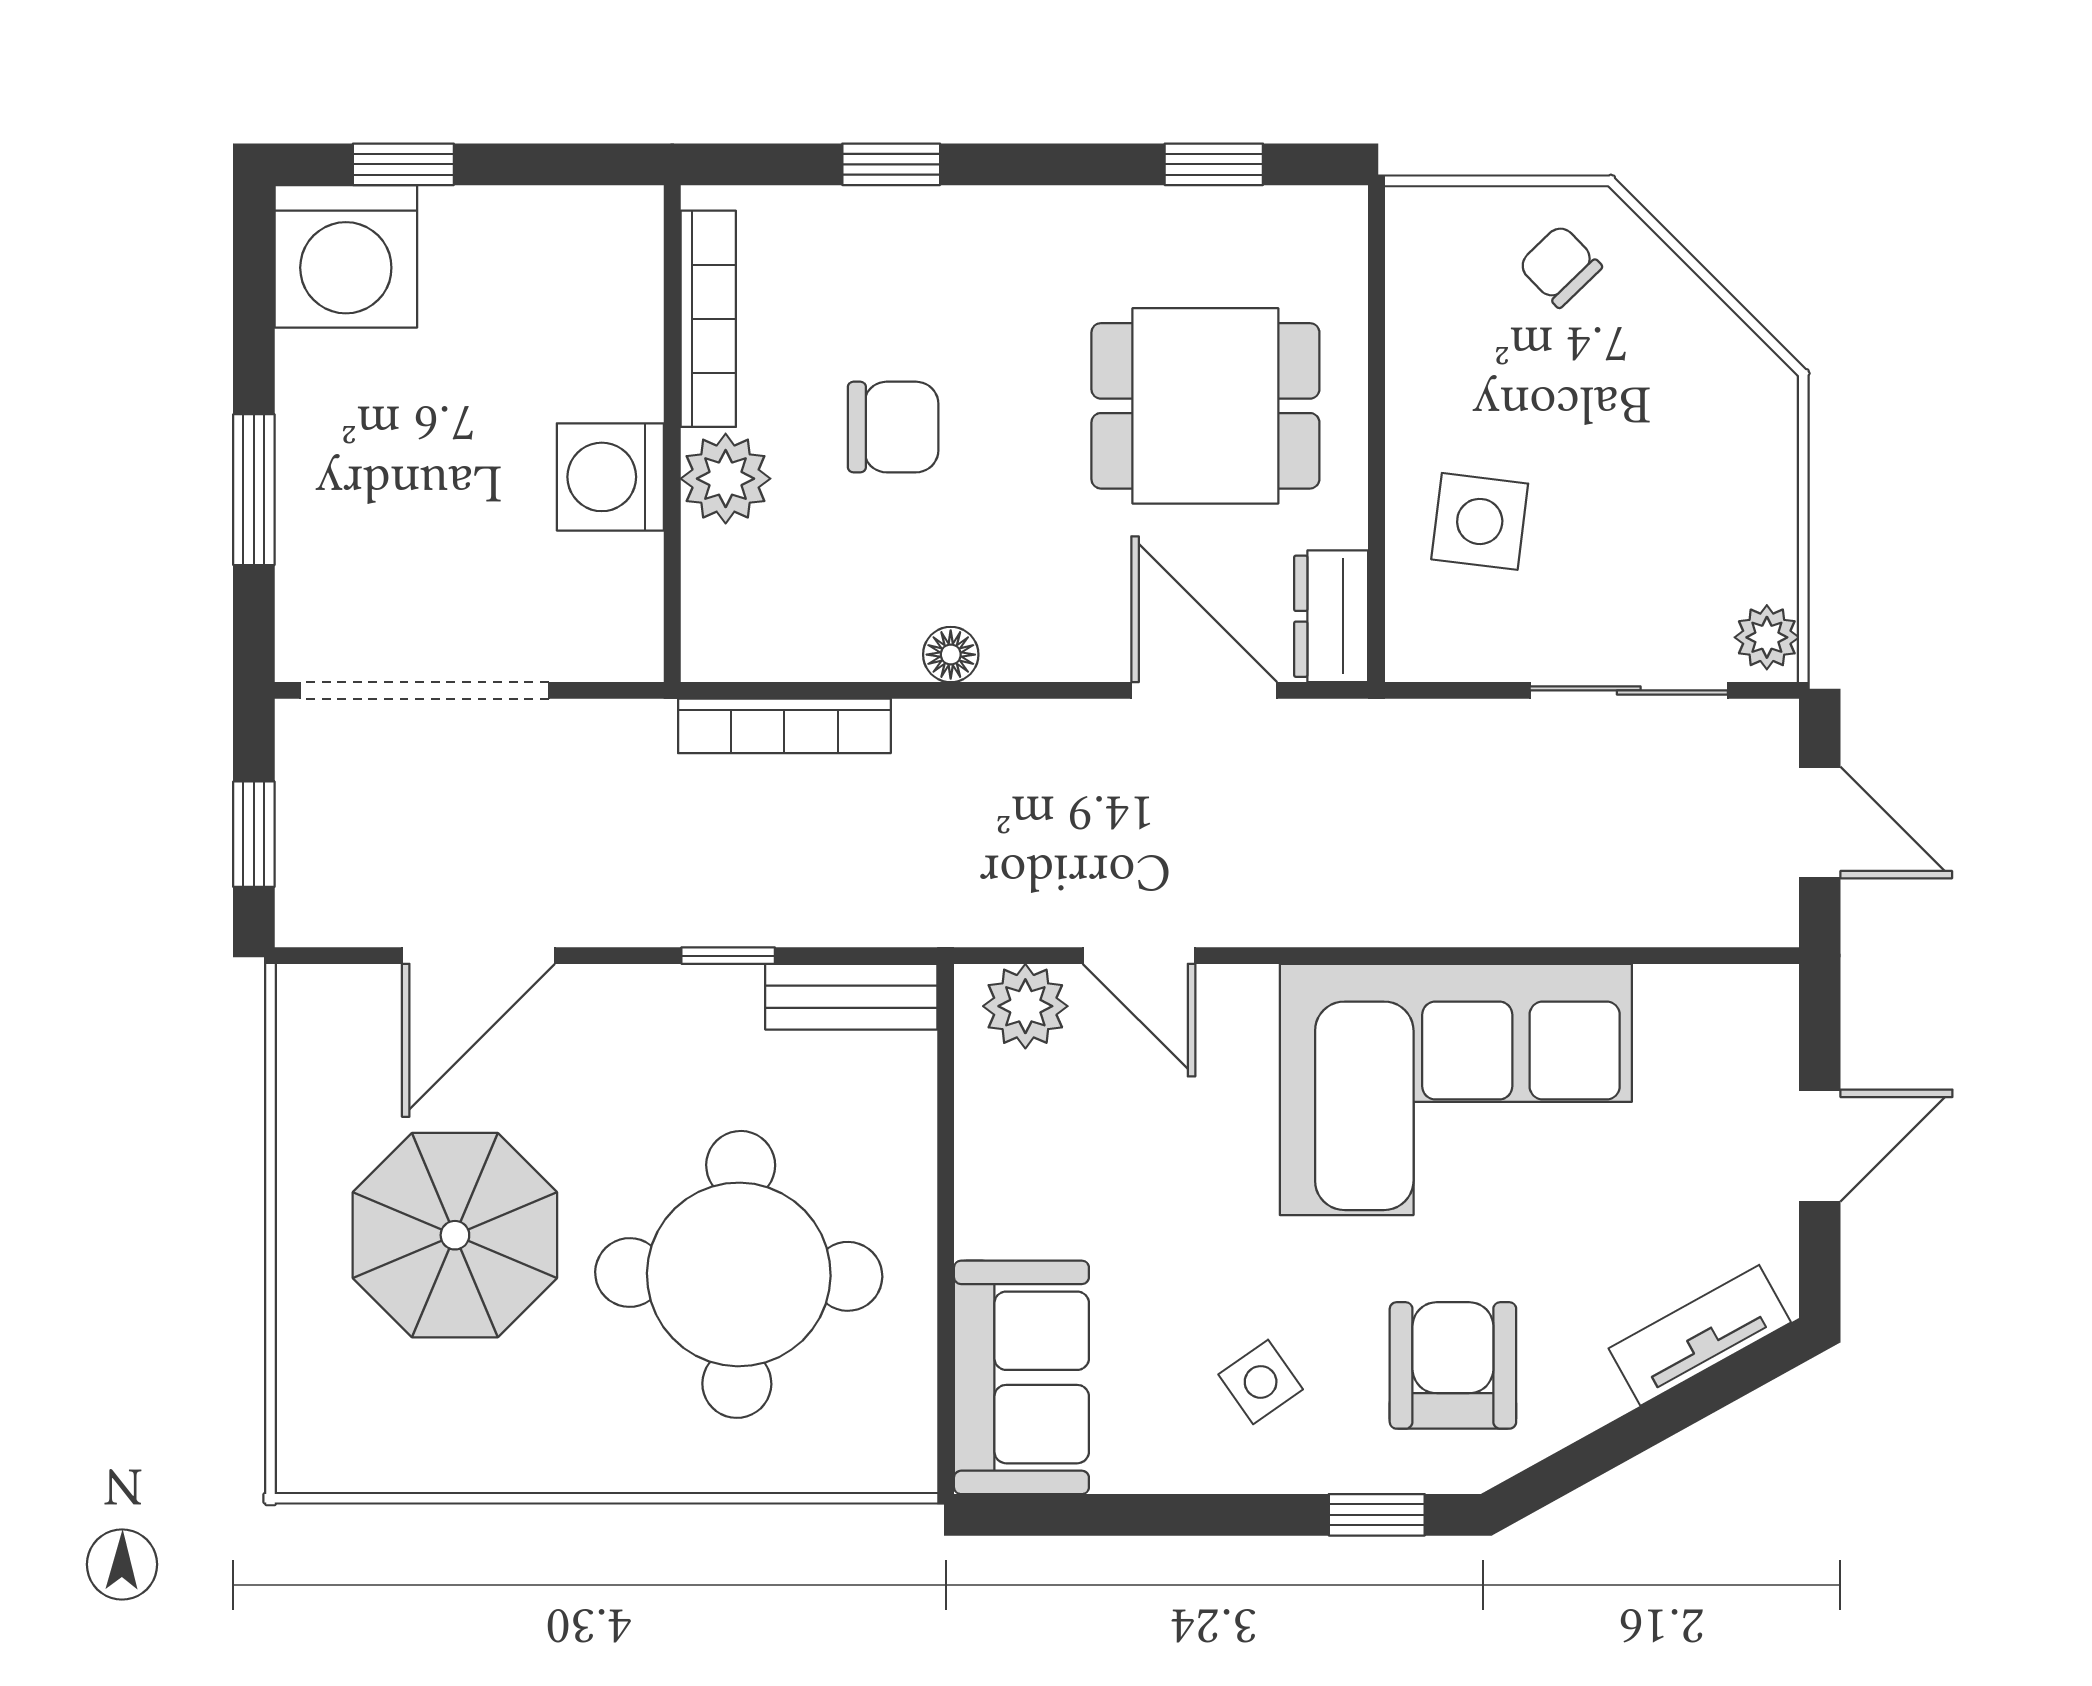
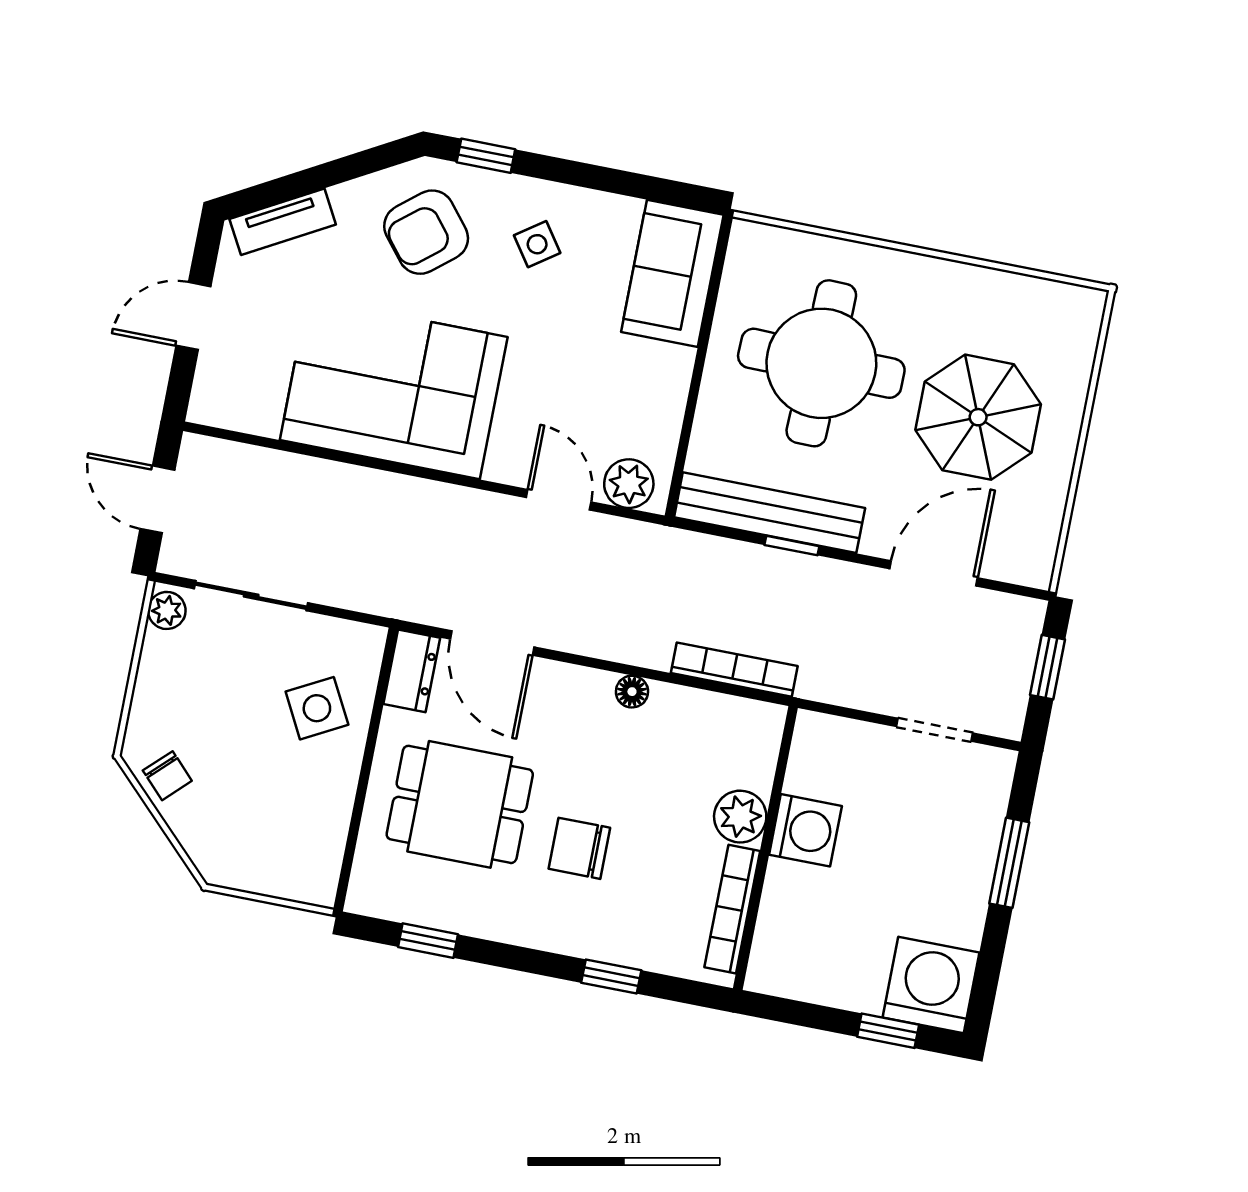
chair: (1560, 266) -> (167, 776), moved
chair: (893, 427) -> (579, 848), moved
side table: (1480, 521) -> (317, 708), turned -35
doorway: (425, 690) -> (935, 730), width x0.53
bench: (851, 997) -> (770, 513), width x1.86, depth x1.21
armchair: (1453, 1365) -> (426, 232), turned 51

